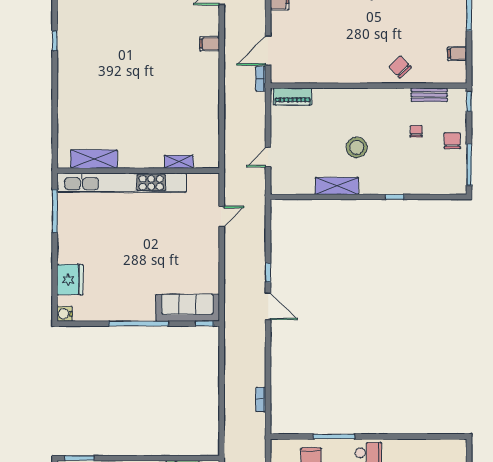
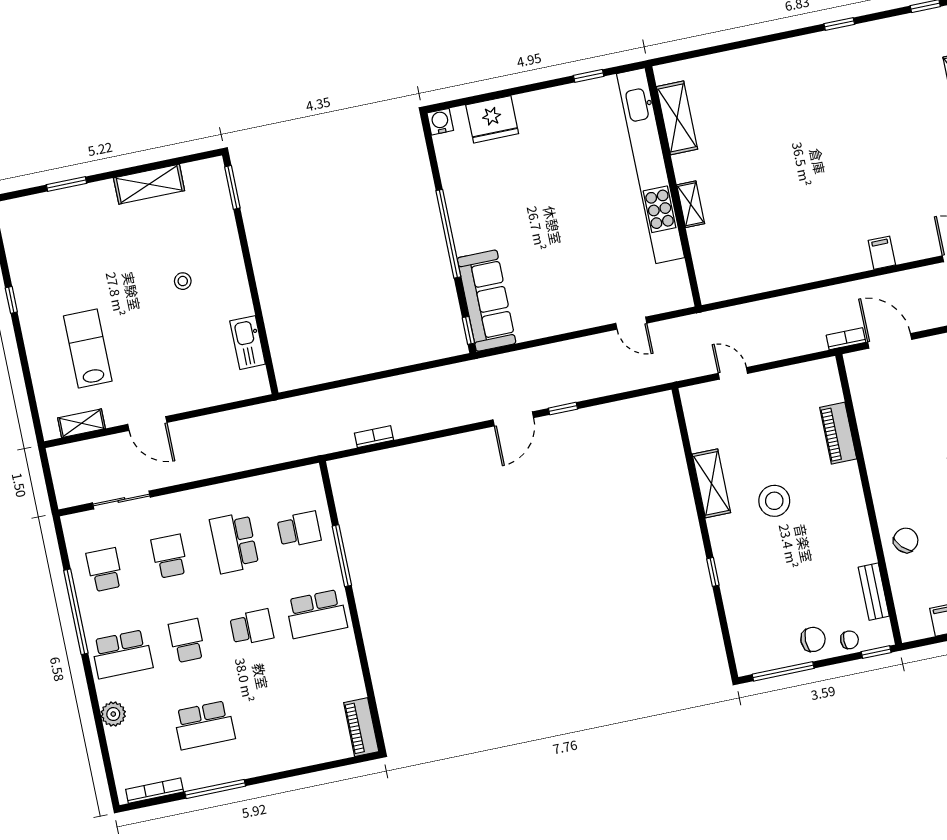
piano: (293, 97) -> (838, 433), moved
chair: (416, 131) -> (849, 640), moved
shelving: (179, 162) -> (691, 204), moved
window: (55, 211) -> (589, 76), width x0.46
piano: (448, 447) -> (361, 727), added

